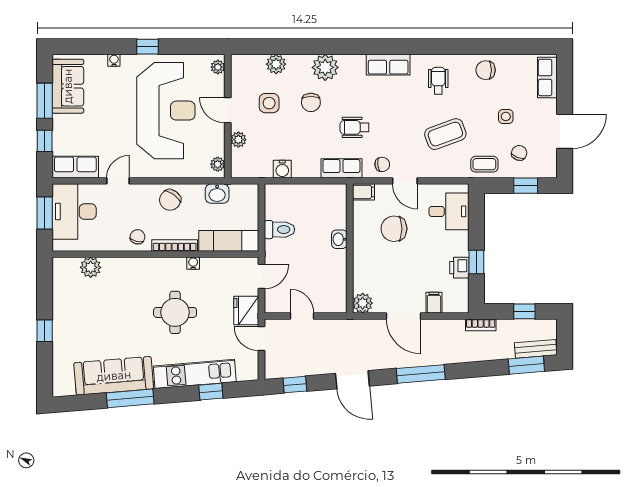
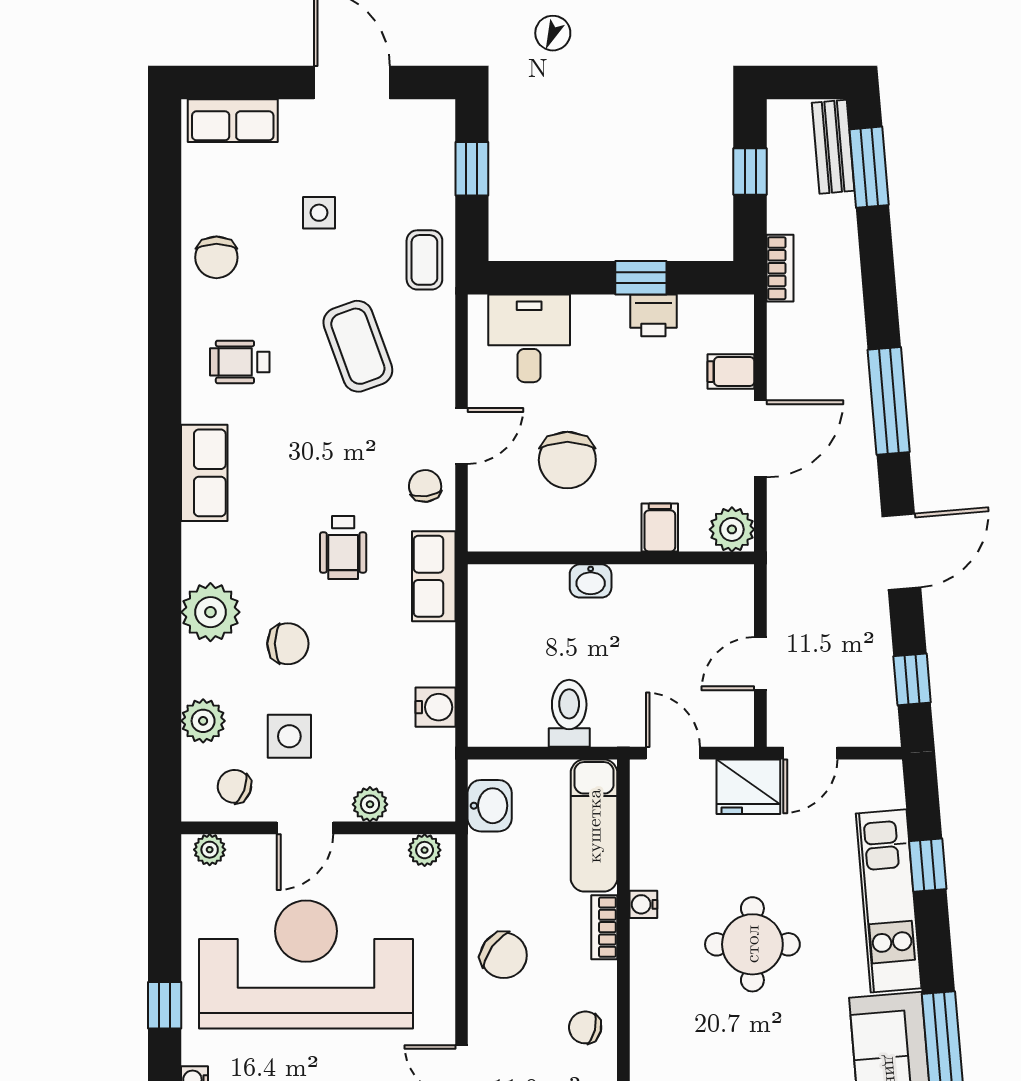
chair: (519, 153) -> (234, 786), moved
filing cabinet: (363, 192) -> (660, 528), moved
washbasin: (217, 194) -> (490, 806), moved
bookcase: (175, 245) -> (604, 927), width x0.64

